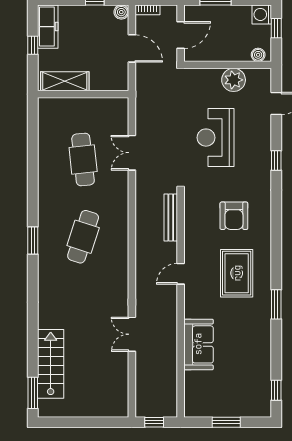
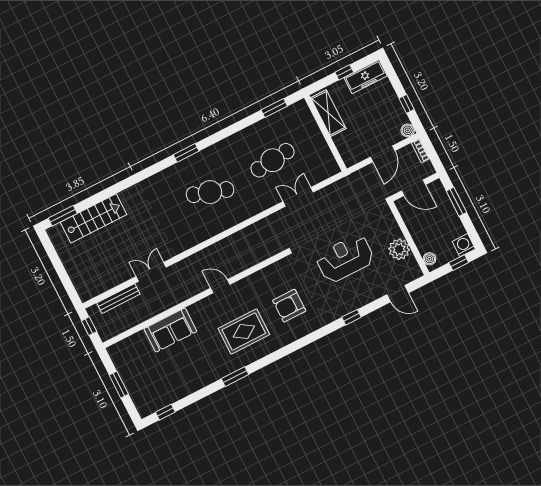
window: (33, 132) -> (274, 108), added
bench: (171, 217) -> (118, 299), moved

